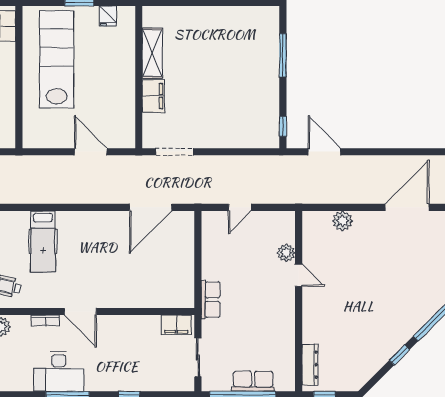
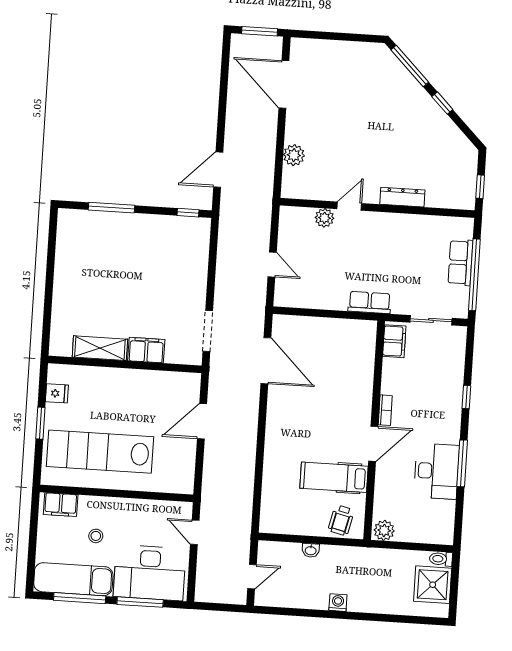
hospital bed: (43, 242) -> (334, 477), moved, turned 180
bookcase: (45, 321) -> (385, 410), moved
dresser: (310, 365) -> (402, 197), moved

